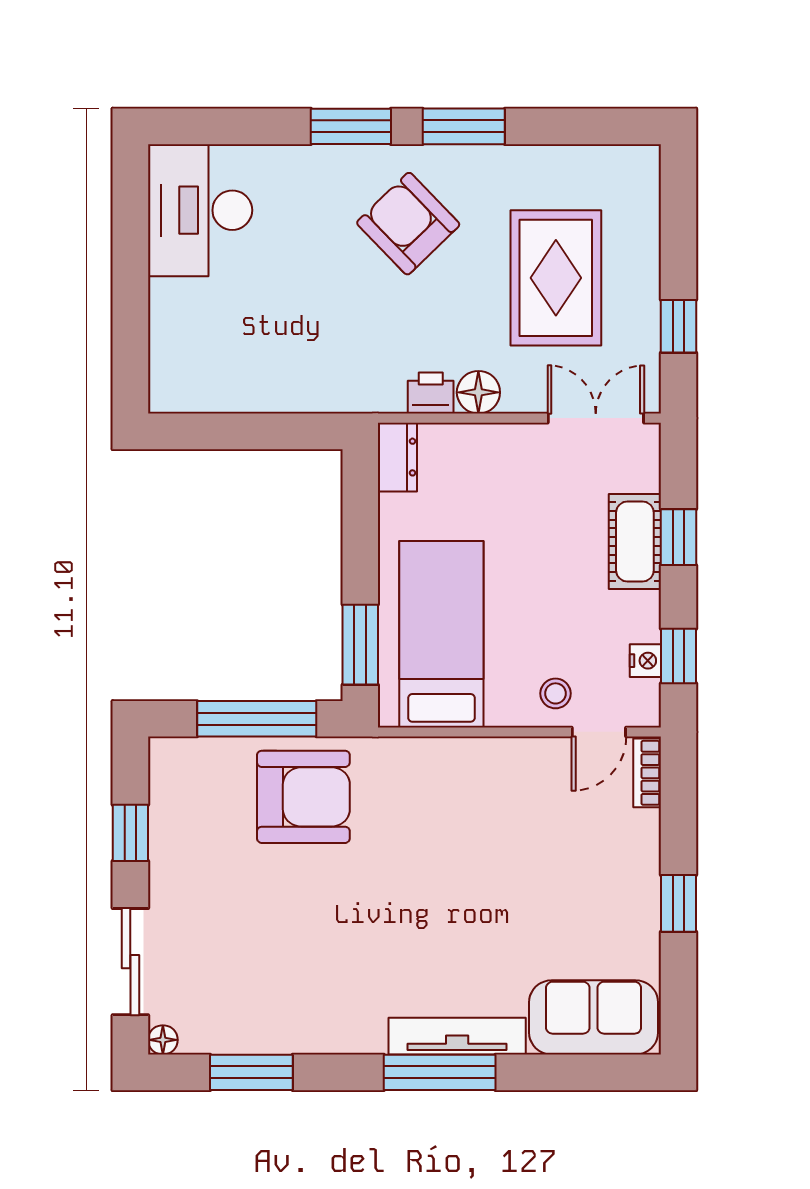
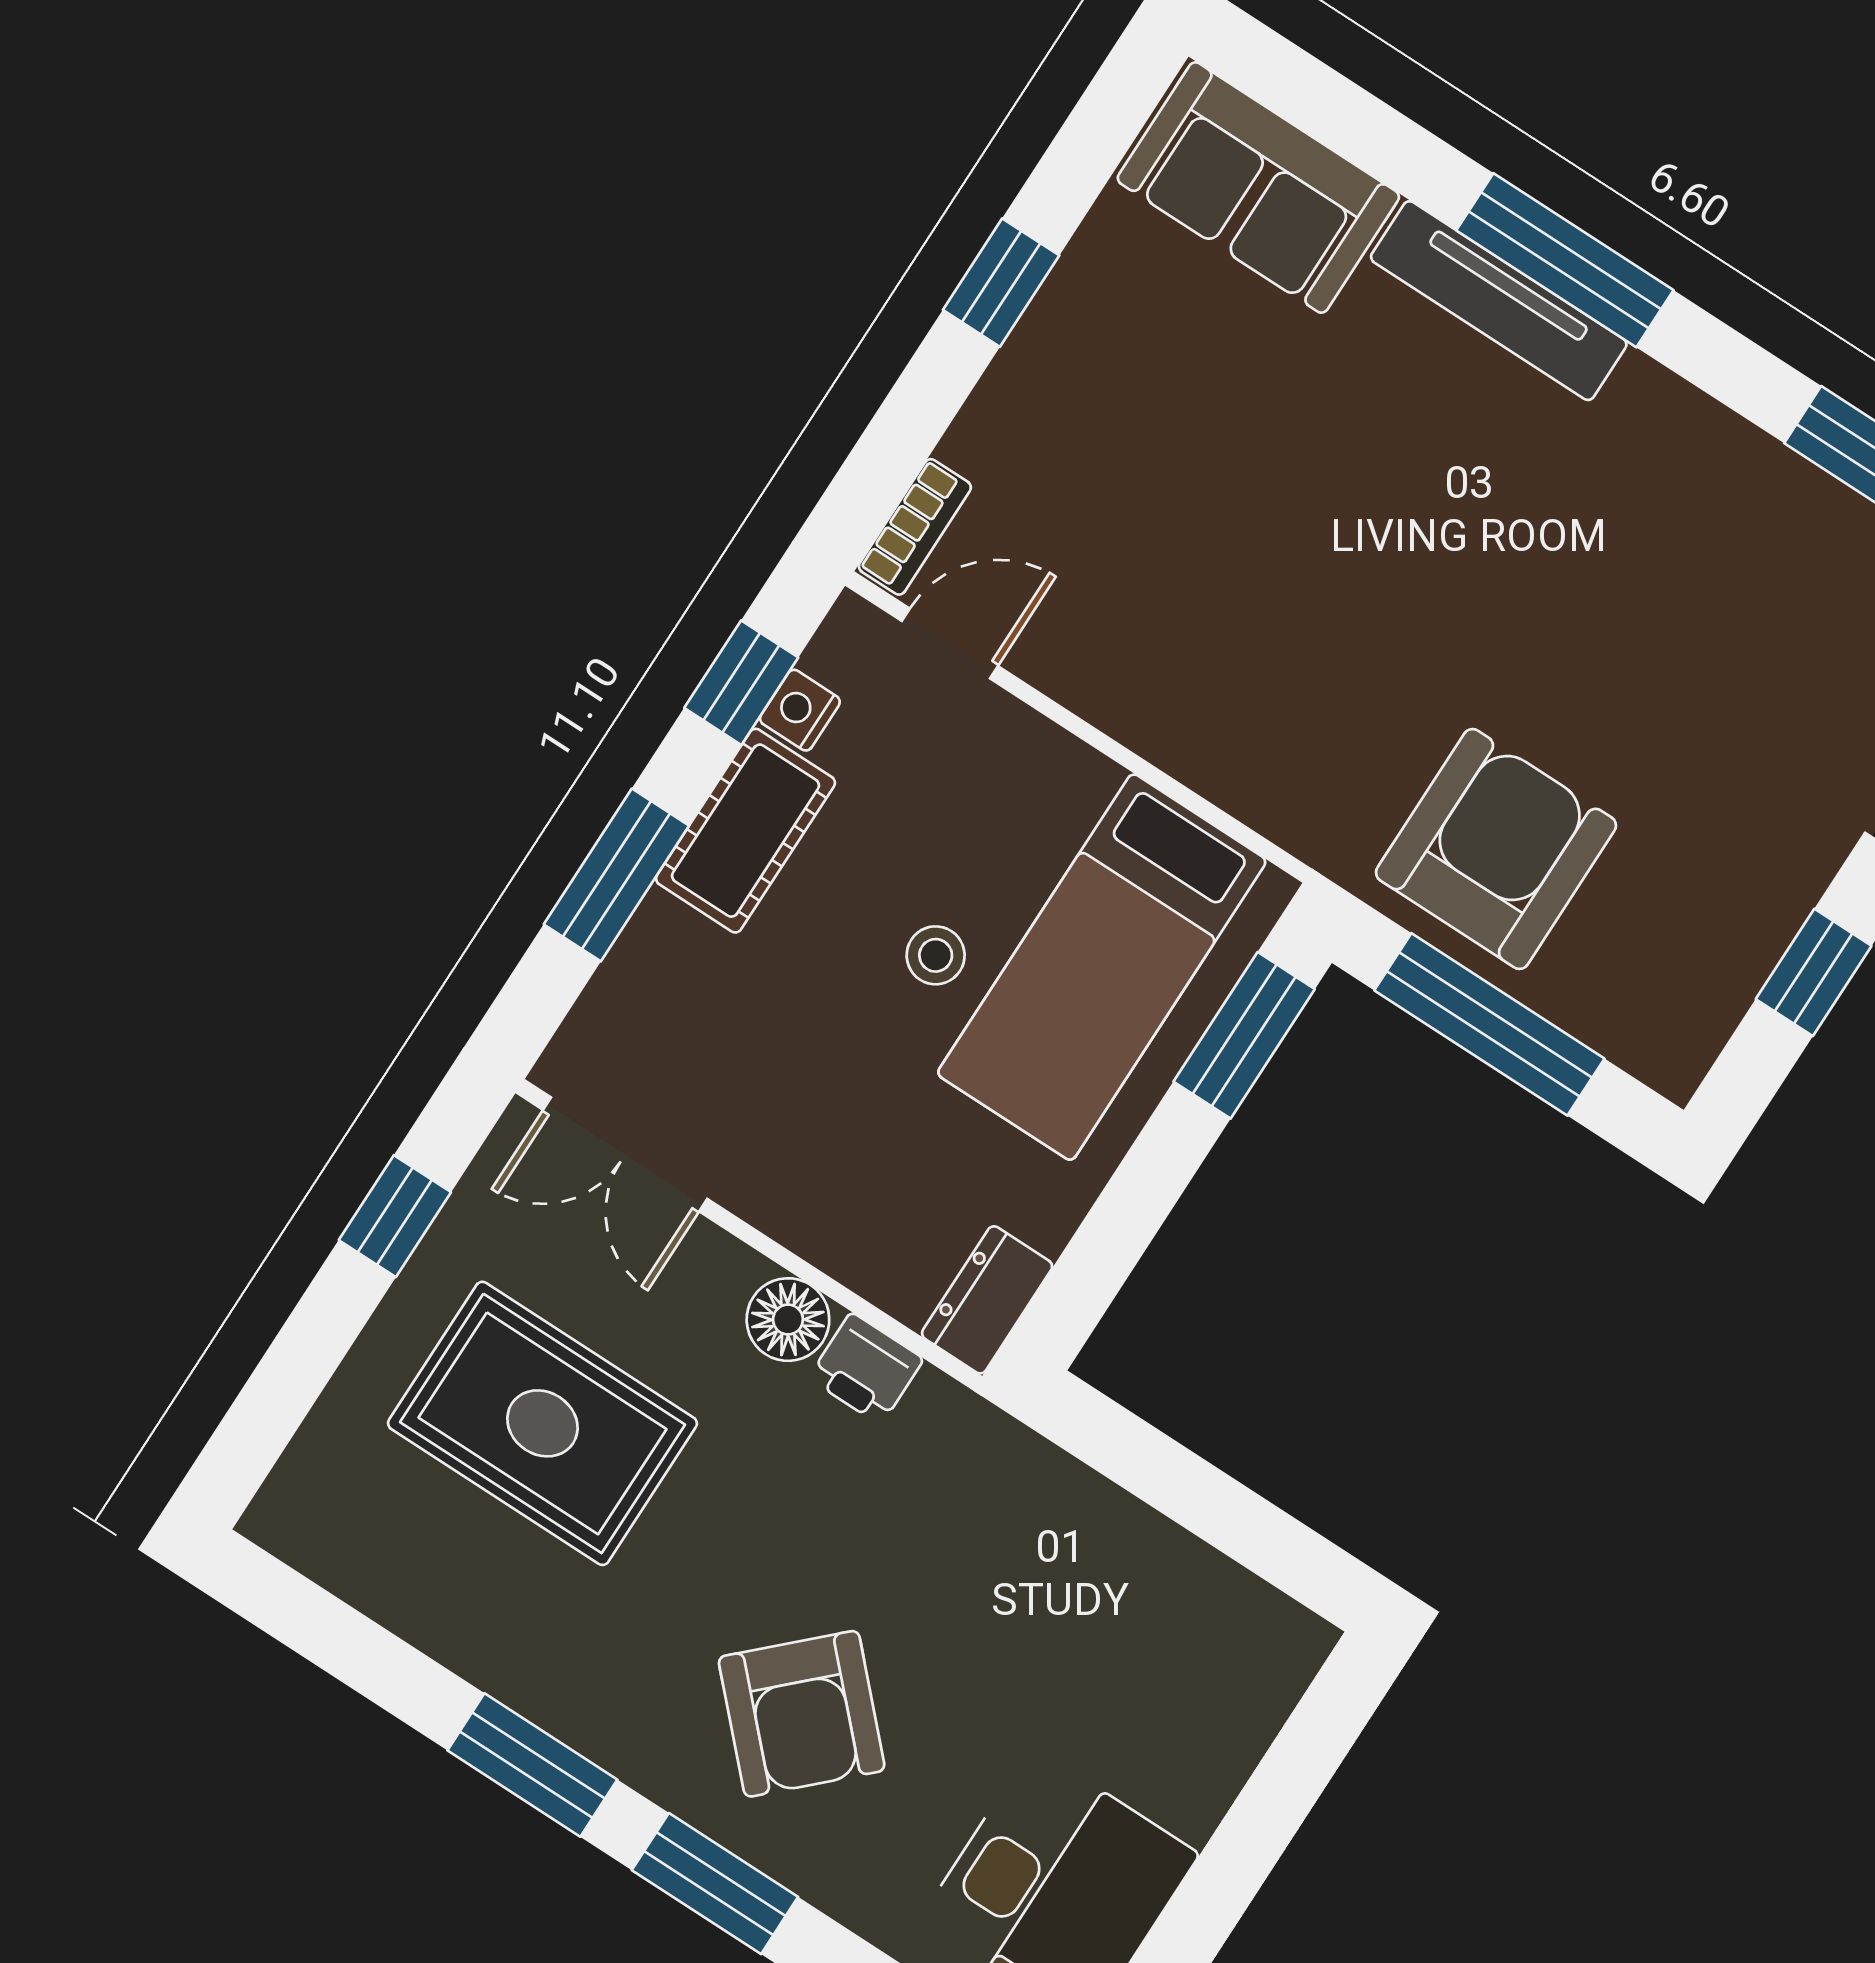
armchair: (408, 224) -> (802, 1714), moved
rug: (556, 278) -> (542, 1423), turned 90
window: (679, 537) -> (616, 875), width x1.50
cot: (635, 541) -> (746, 831), moved
stool: (556, 693) -> (936, 955), moved
armchair: (303, 797) -> (1496, 849), turned 90

